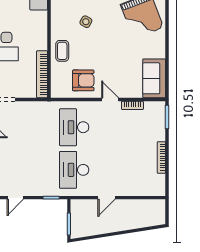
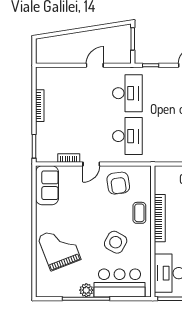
side table: (86, 22) -> (116, 242), width x1.87, depth x1.87
bookcase: (42, 74) -> (160, 218), moved
armchair: (83, 80) -> (118, 183), turned -98
door: (110, 99) -> (91, 164), hinge flipped

